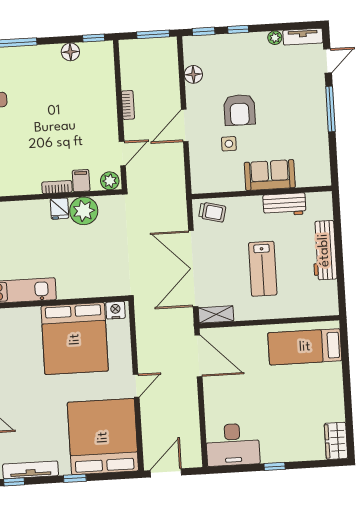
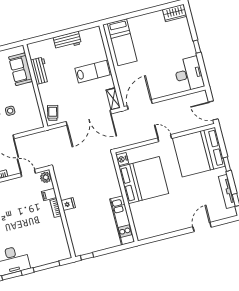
sofa: (270, 175) -> (21, 69), moved
plant: (84, 211) -> (67, 189), removed
workbench: (324, 250) -> (67, 41), width x0.73
lab bench: (263, 269) -> (92, 72), moved

